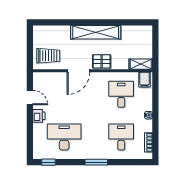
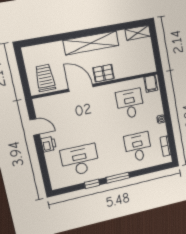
trolley: (48, 56) -> (45, 78), turned -90
shelving: (141, 64) -> (138, 33), moved
door: (78, 71) -> (81, 88), swing flipped
window: (48, 162) -> (92, 184), moved

